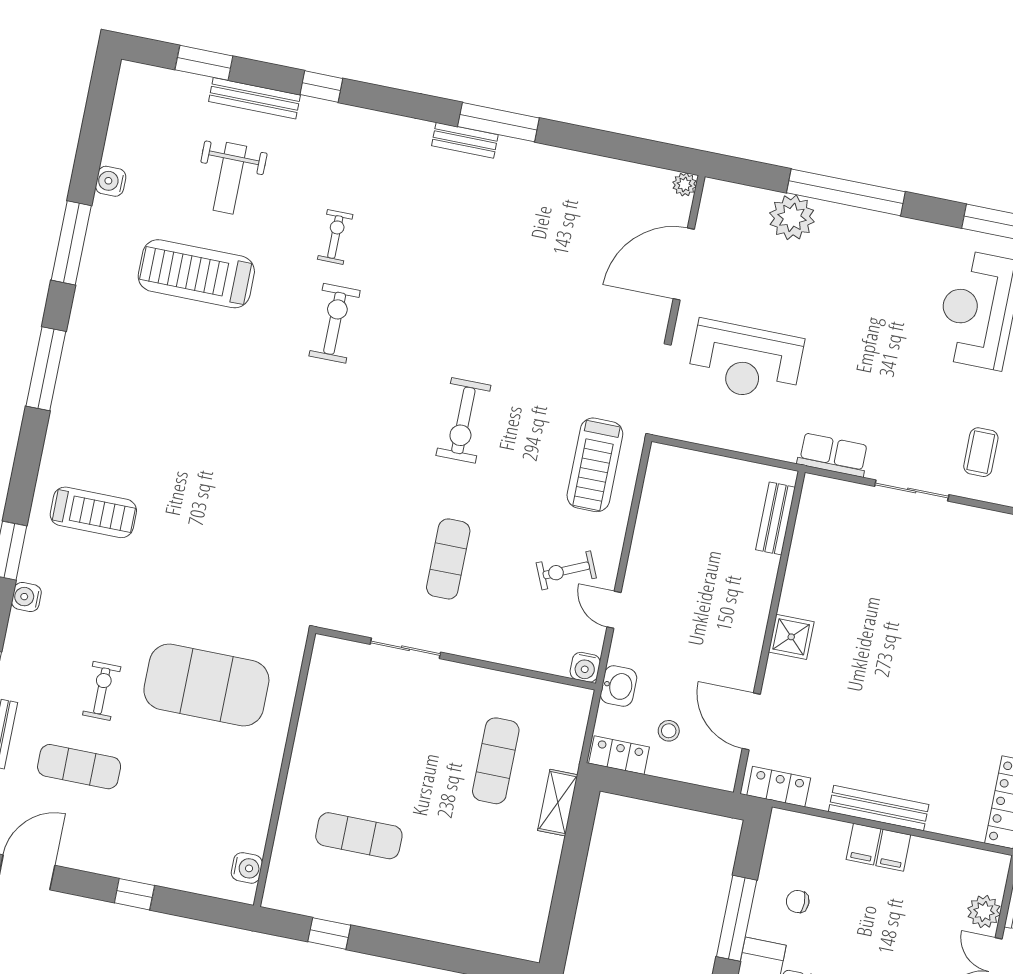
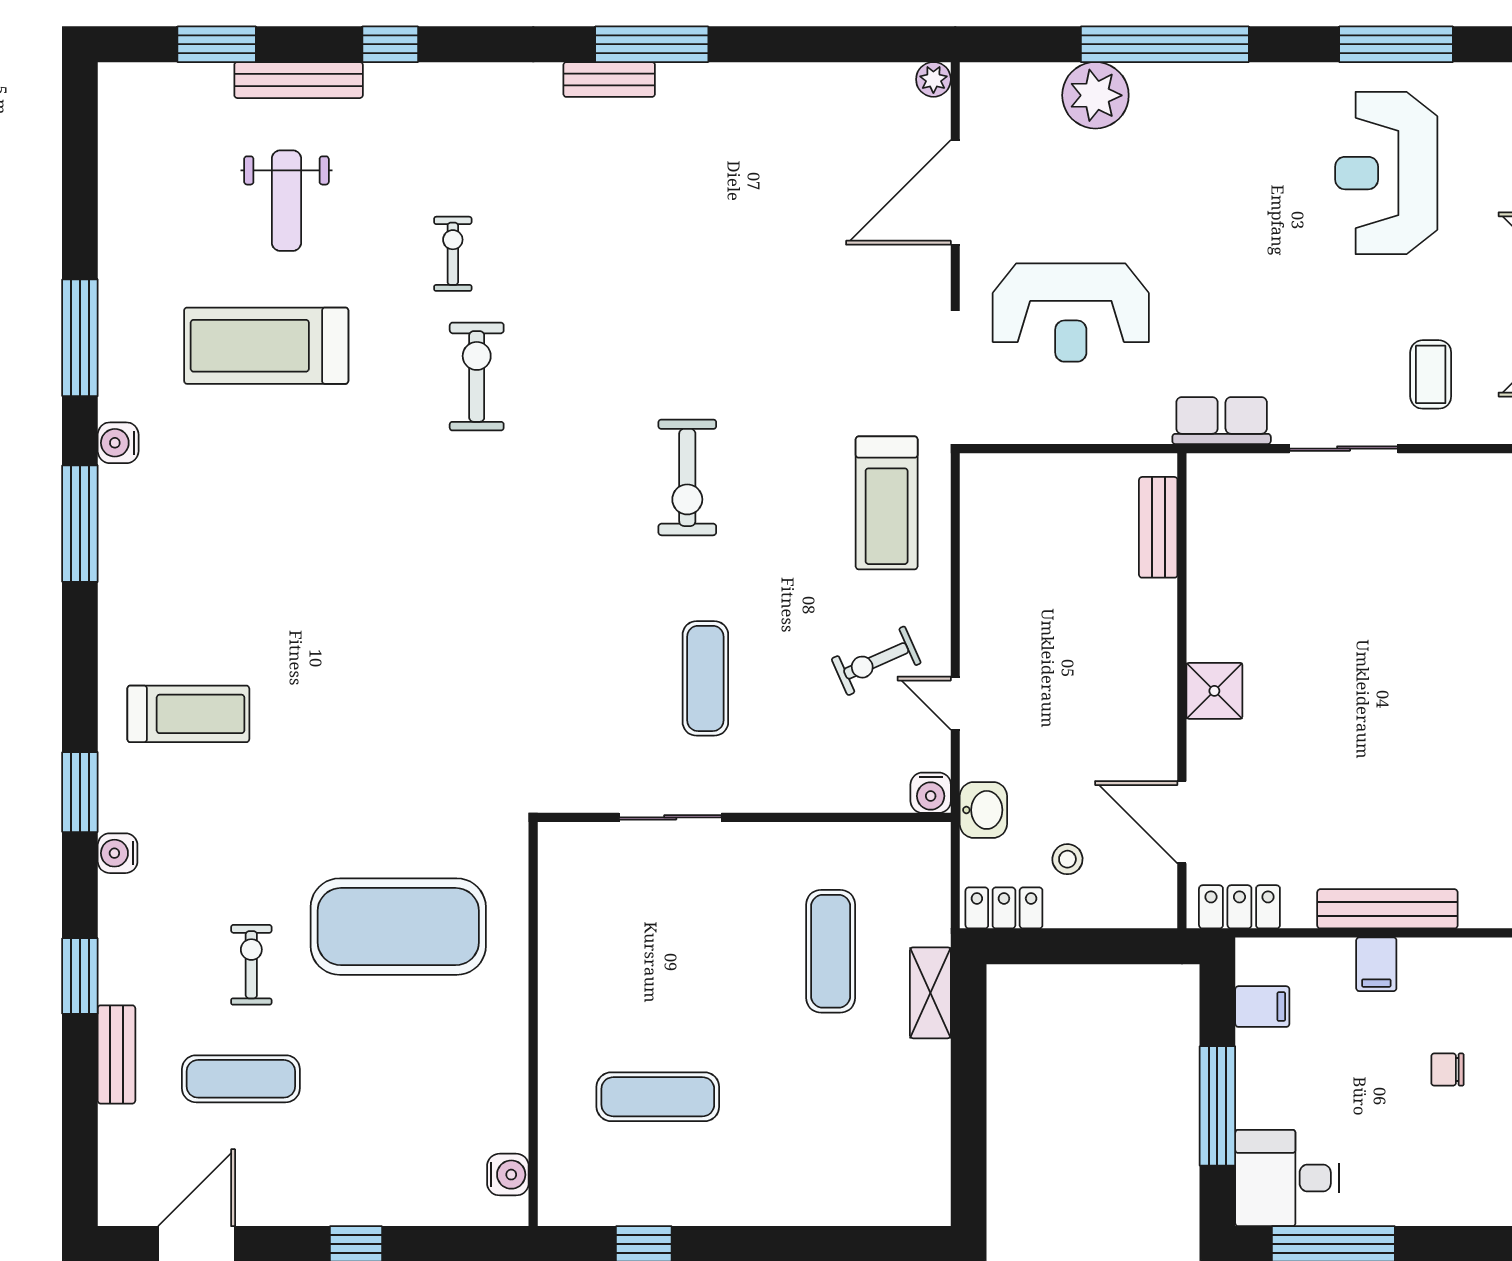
water cooler: (111, 181) -> (118, 443), moved
filing cabinet: (893, 850) -> (1262, 1007), moved, turned -90
chair: (798, 901) -> (1448, 1070), moved

